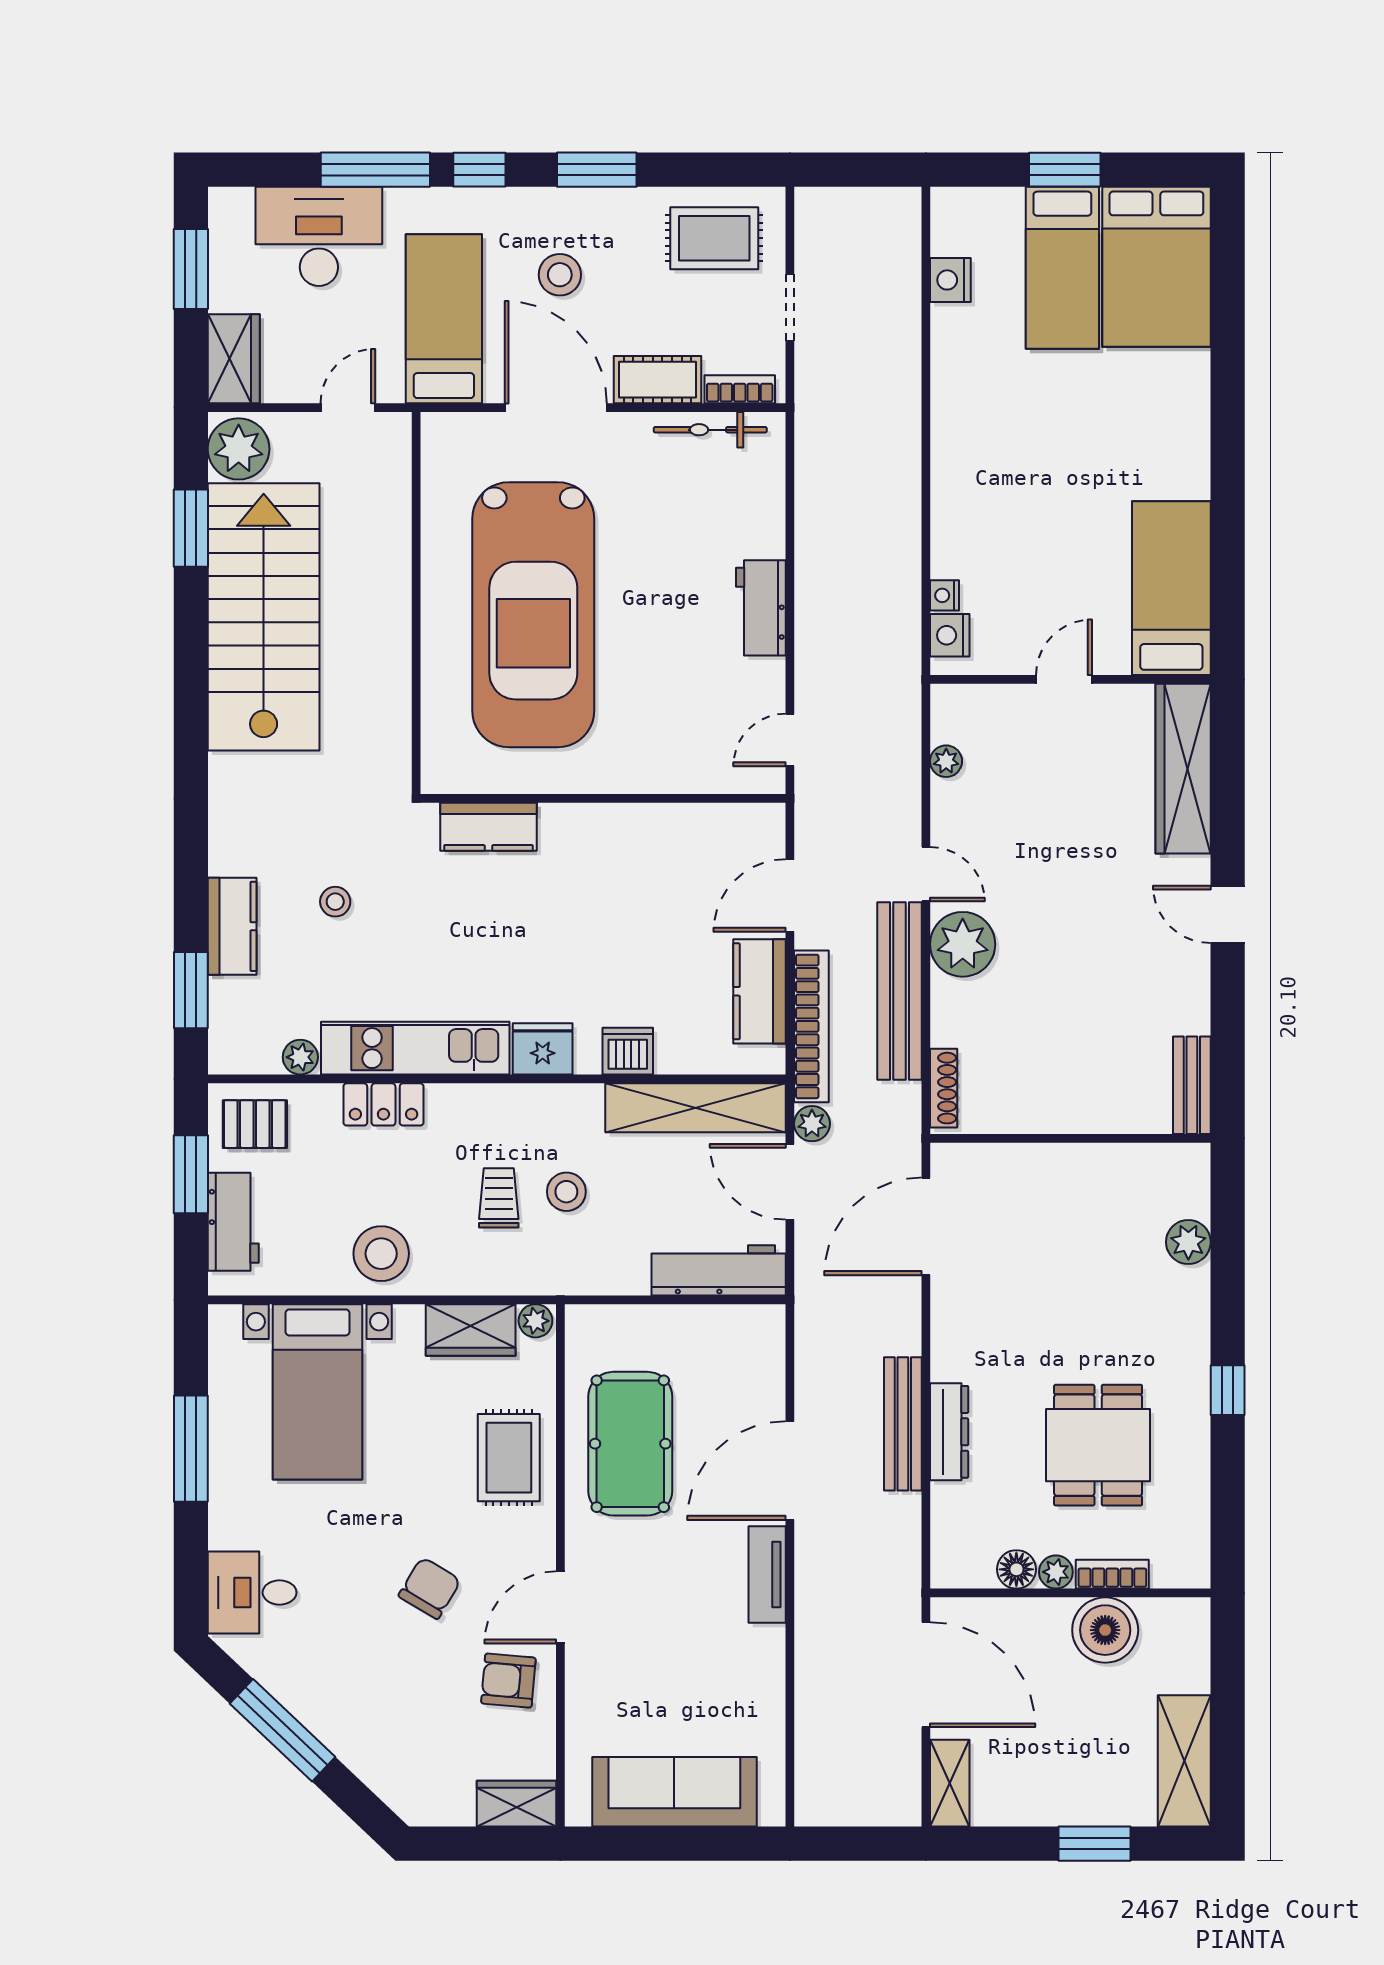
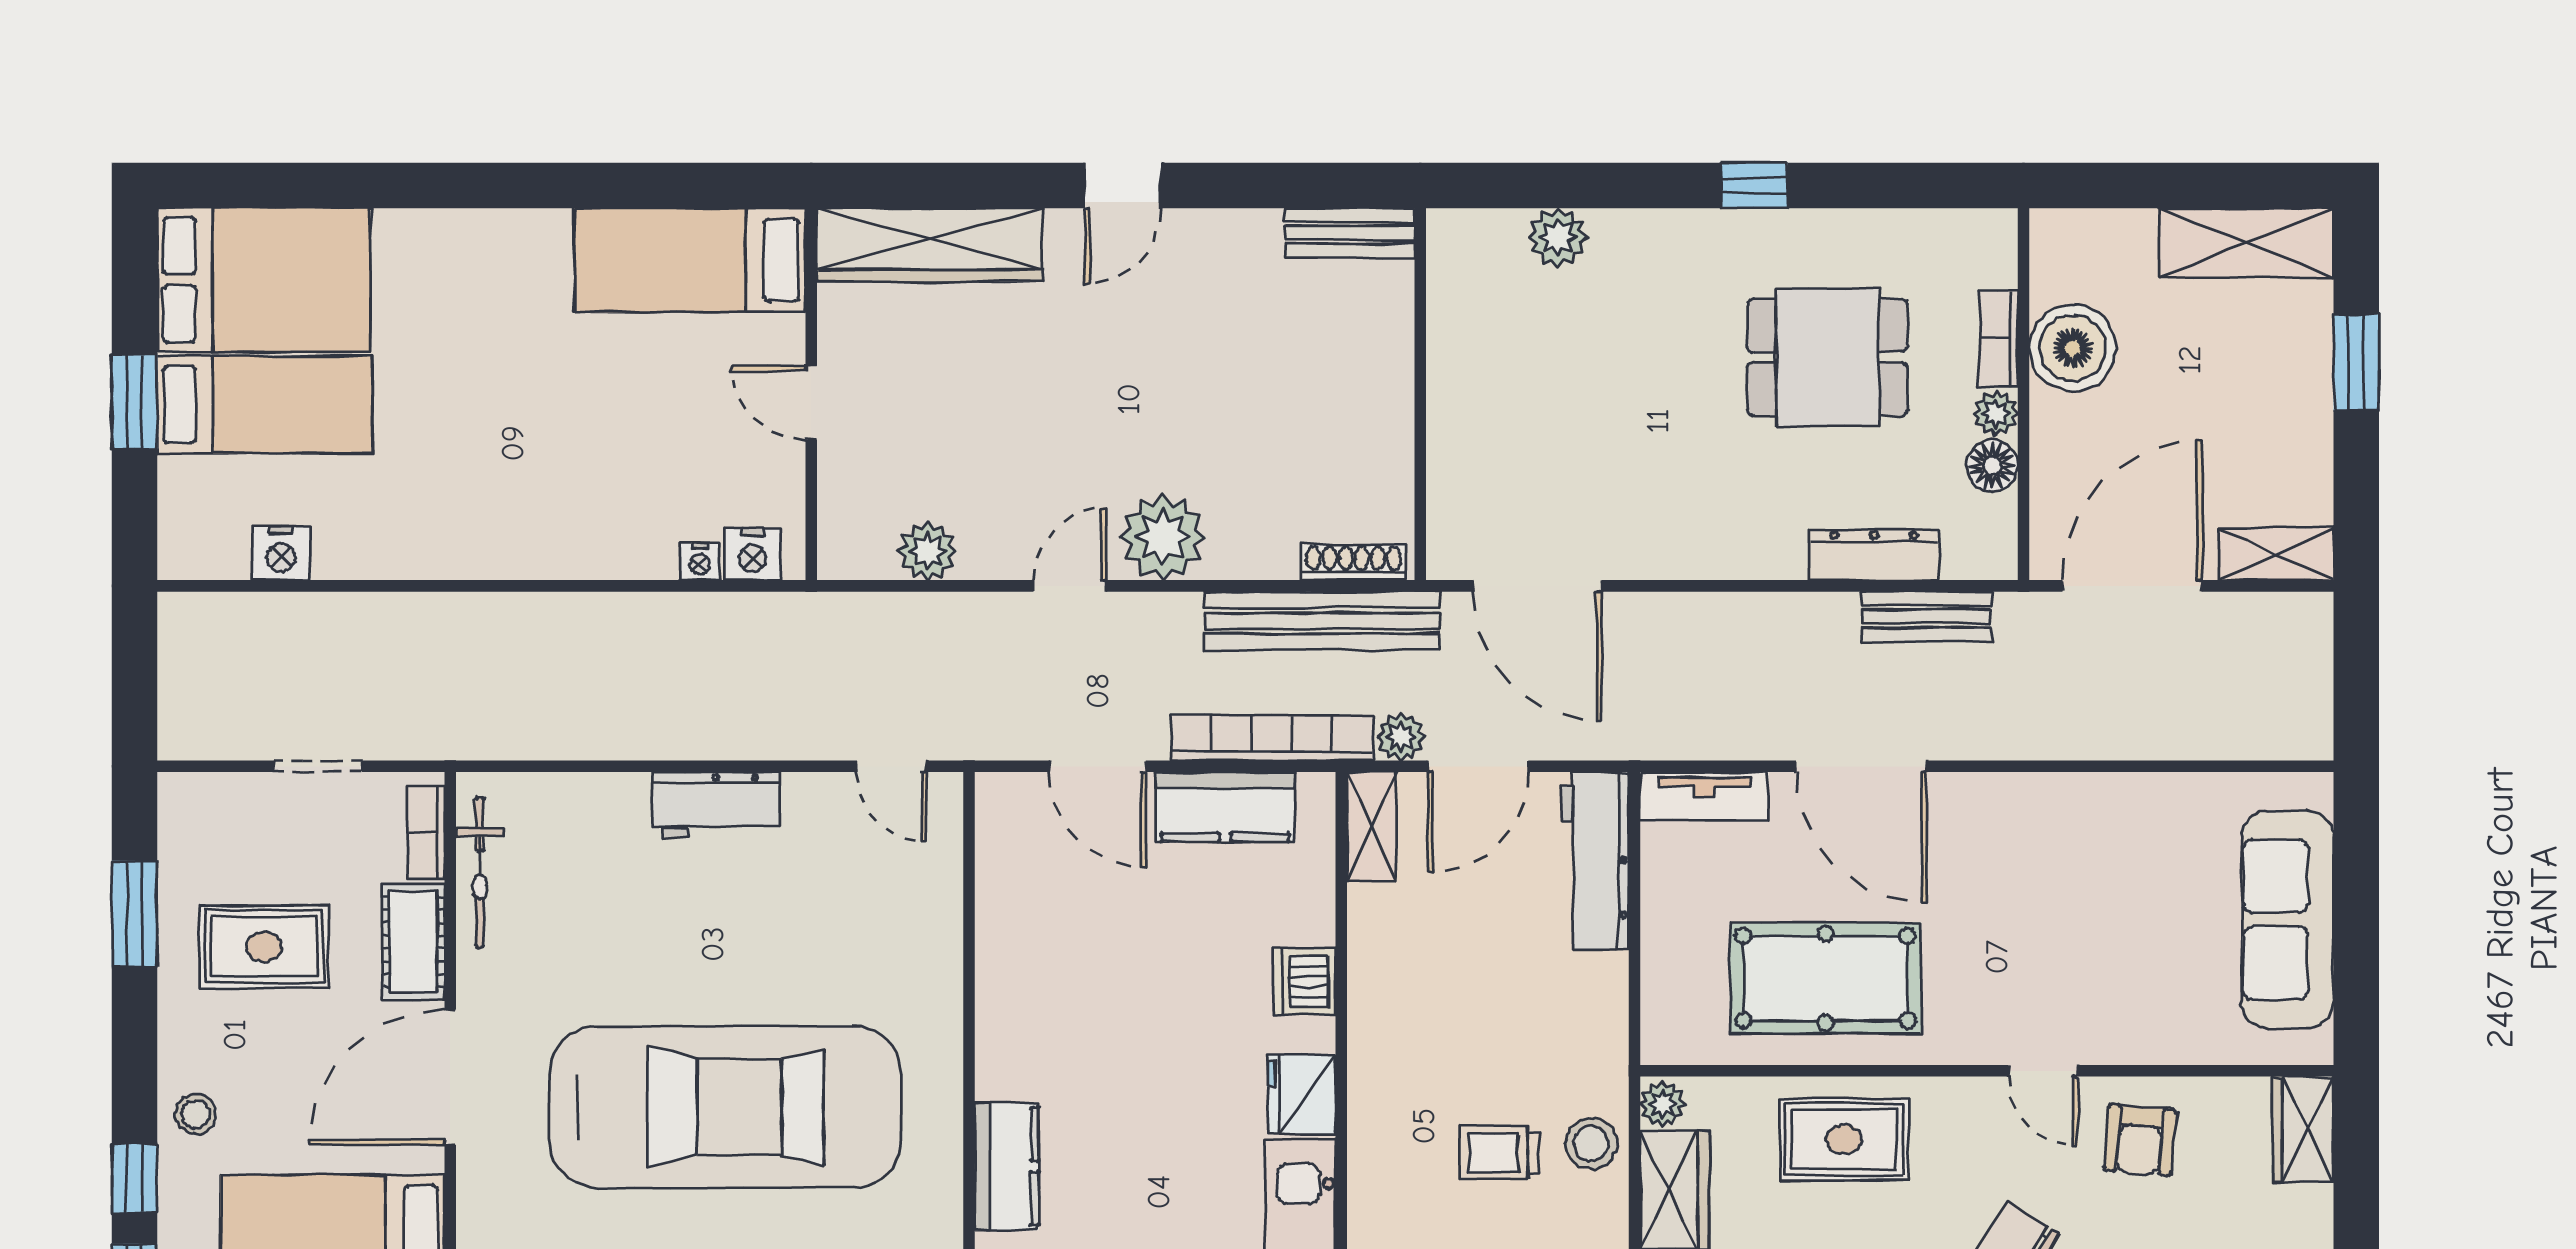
window: (597, 170) -> (135, 914), moved
rug: (714, 238) -> (264, 947), moved, turned 90
stool: (560, 275) -> (196, 1114), moved, width x0.73, depth x0.73
plant: (946, 761) -> (928, 551), width x1.38, depth x1.38
bench: (900, 991) -> (1322, 621), moved
shelving: (695, 1108) -> (1371, 826), width x0.45, depth x0.75
stool: (566, 1192) -> (1591, 1144), moved
bench: (903, 1424) -> (1926, 616), moved, width x0.73
dresser: (949, 1432) -> (1874, 555), moved
tv unit: (767, 1574) -> (1704, 796), moved
door: (560, 1607) -> (2043, 1071), width x0.73

